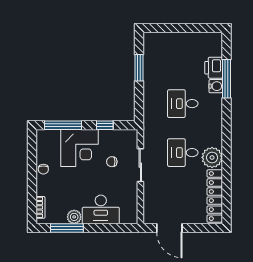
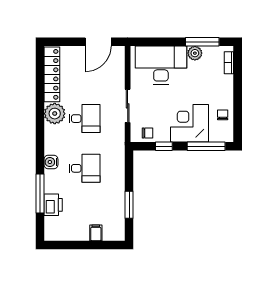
filing cabinet: (172, 40) -> (96, 233), added
water cooler: (216, 86) -> (51, 162), moved
chair: (112, 162) -> (147, 133), moved
chair: (43, 169) -> (223, 115), moved
desk: (101, 209) -> (161, 65), width x1.36, depth x1.30
door: (169, 228) -> (98, 42), swing flipped

